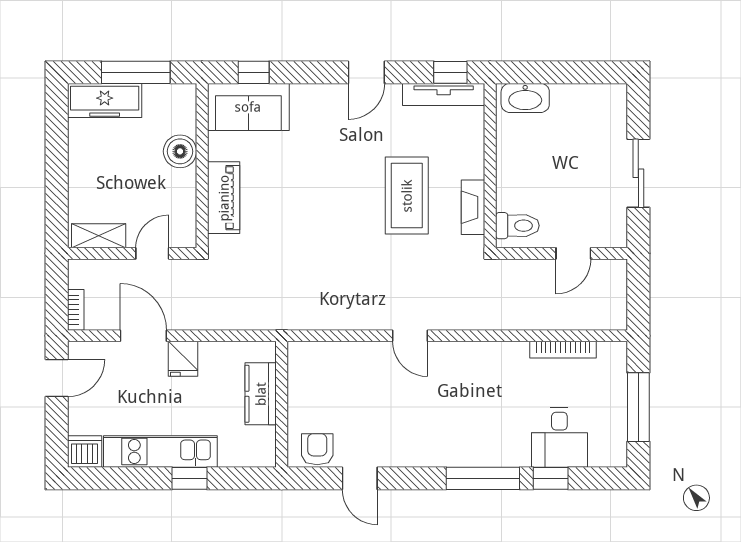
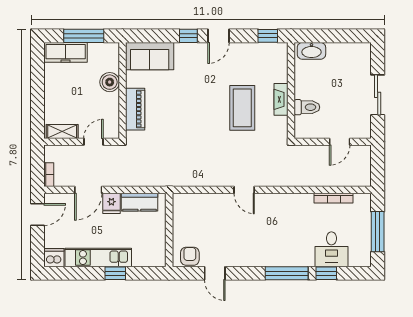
window: (254, 72) -> (188, 36), moved
tv unit: (444, 94) -> (264, 49), removed
fireplace: (473, 207) -> (281, 99), moved
toilet: (517, 226) -> (307, 107), moved
door: (143, 336) -> (88, 190), swing flipped
kitchen counter: (261, 394) -> (139, 202), moved, turned -90

